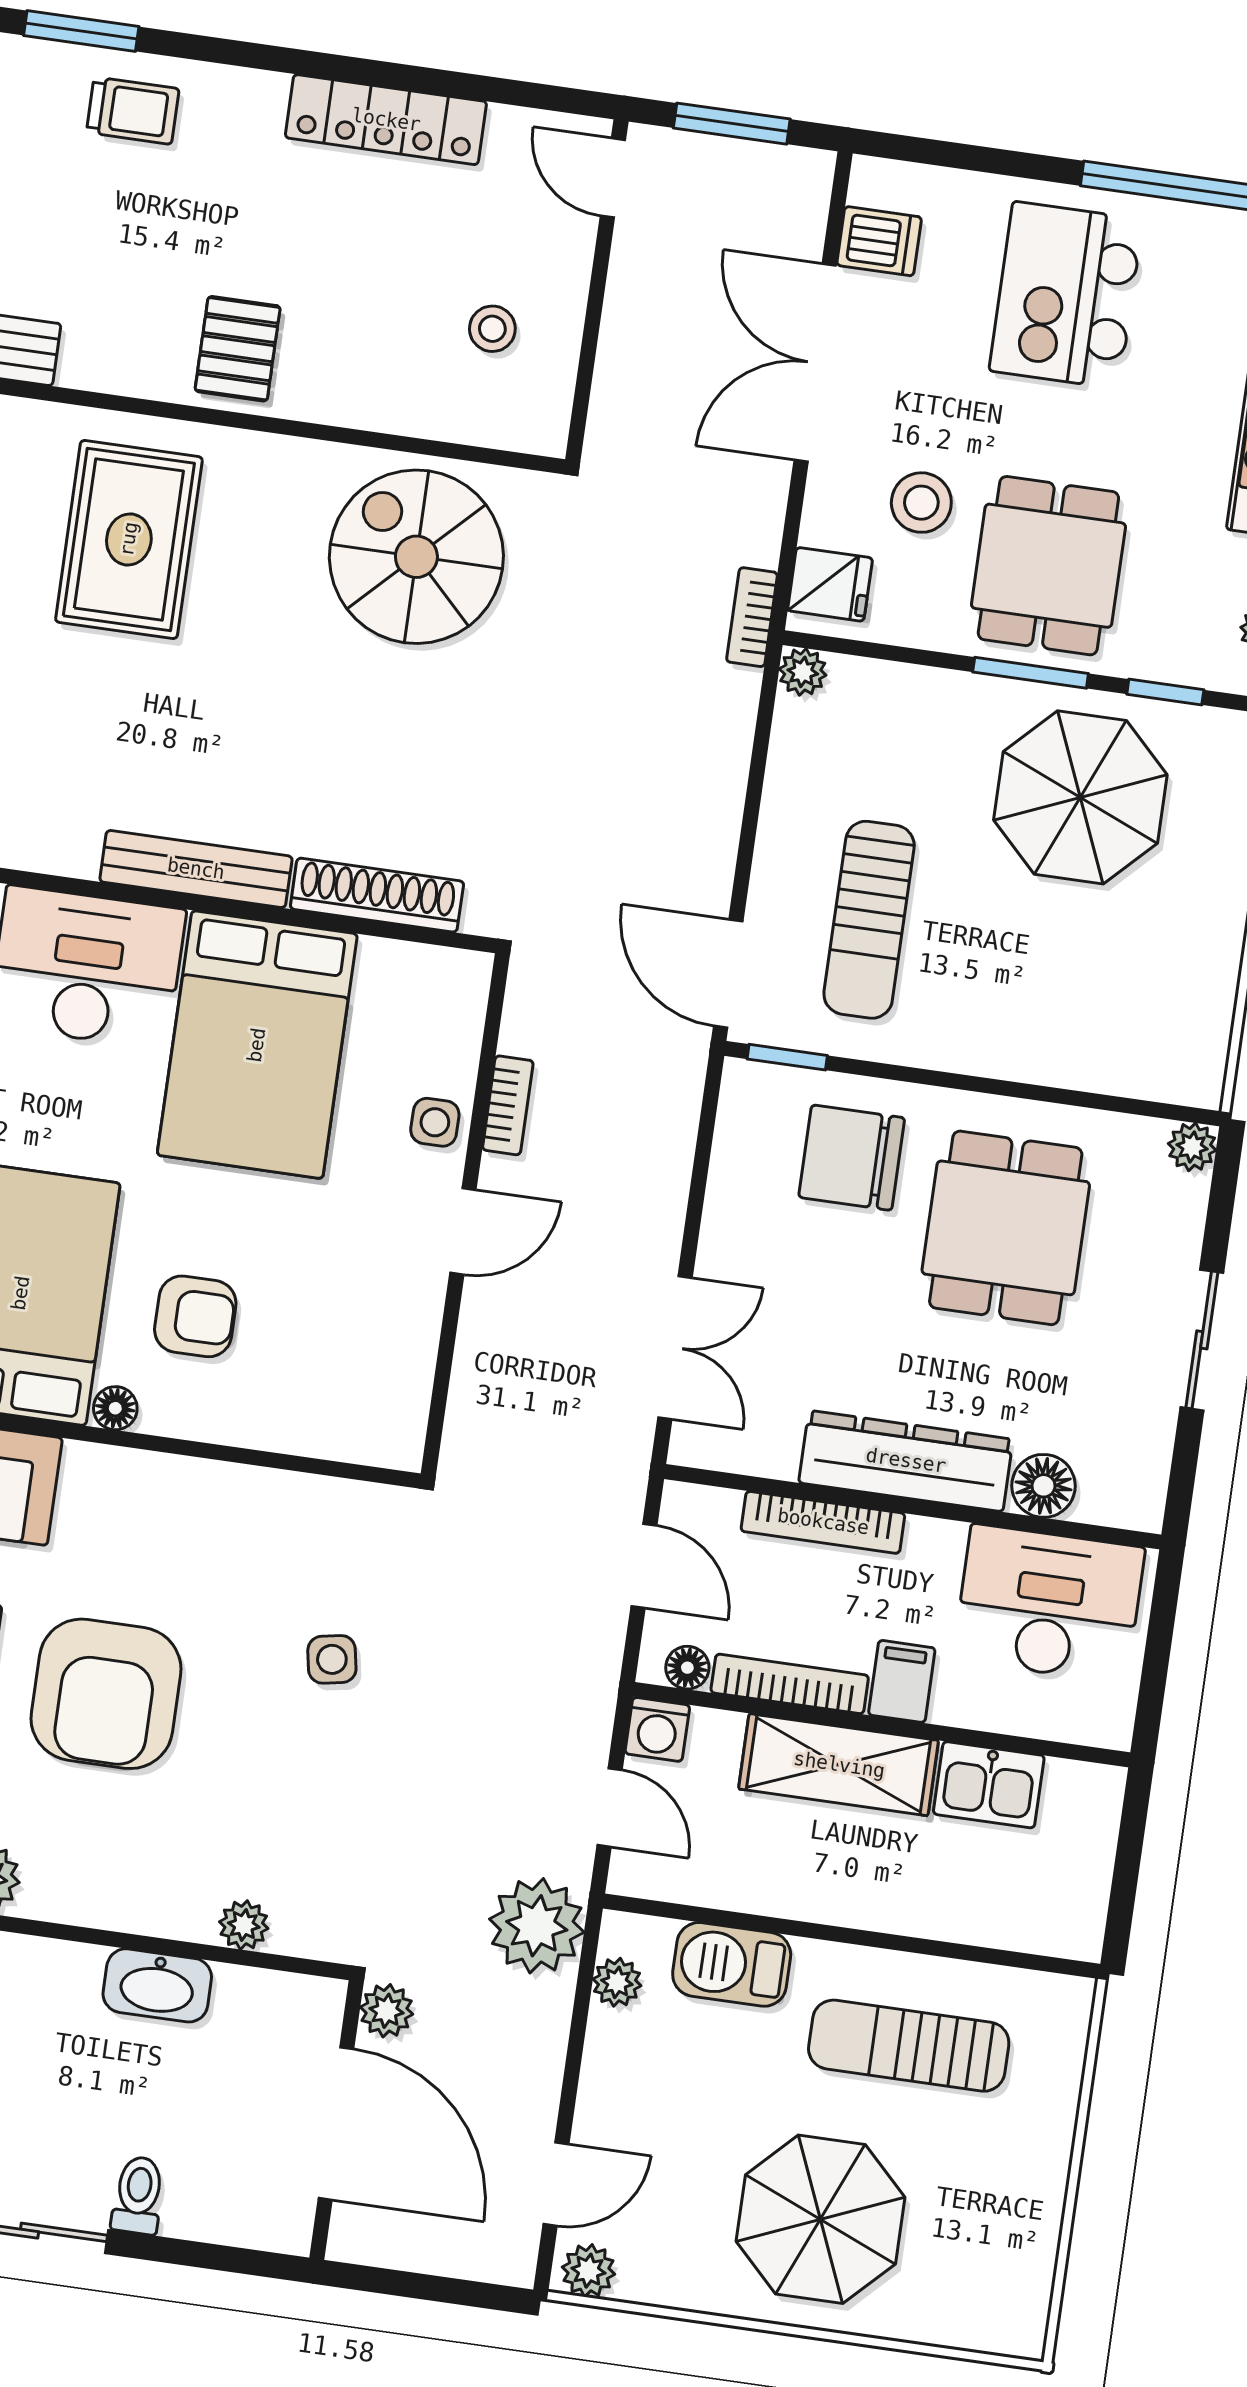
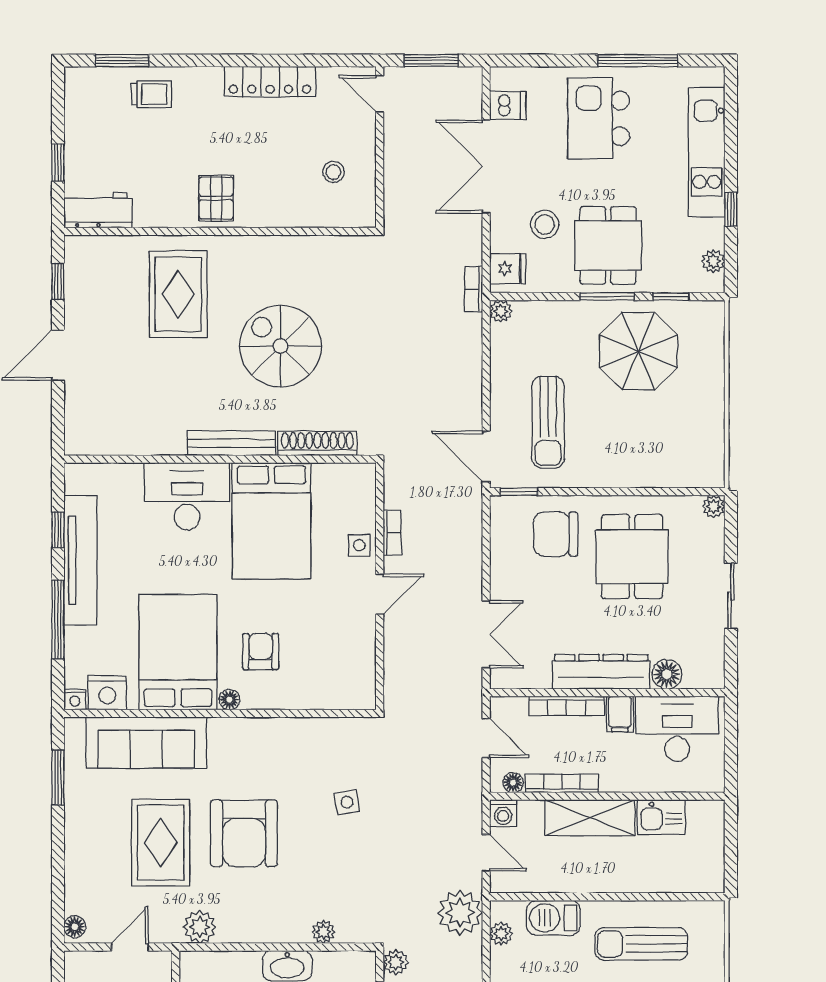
spiral stairs: (416, 557) -> (280, 346), moved
armchair: (195, 1316) -> (261, 652), turned -90
filing cabinet: (902, 1681) -> (620, 714), moved, turned 180

